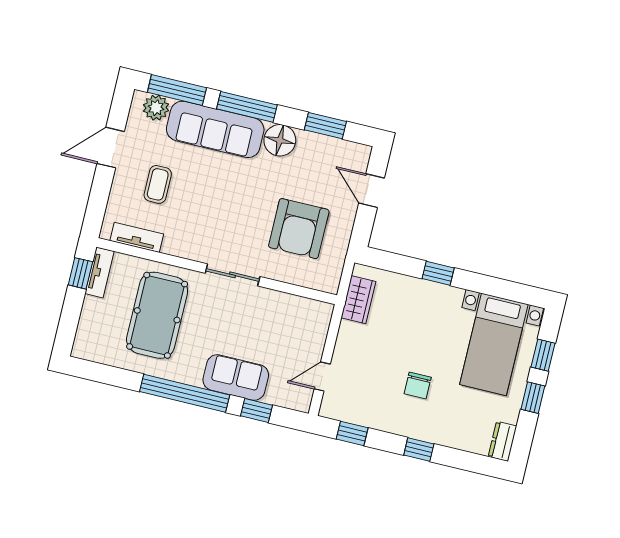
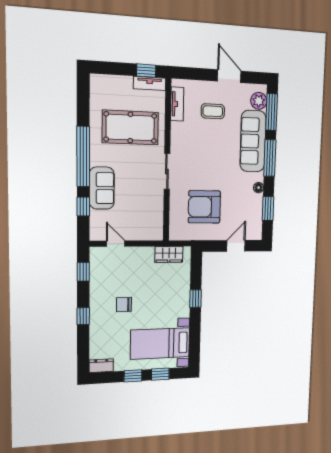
floor lamp: (280, 140) -> (259, 188), width x0.53, depth x0.53

